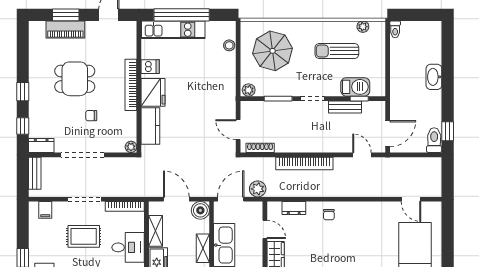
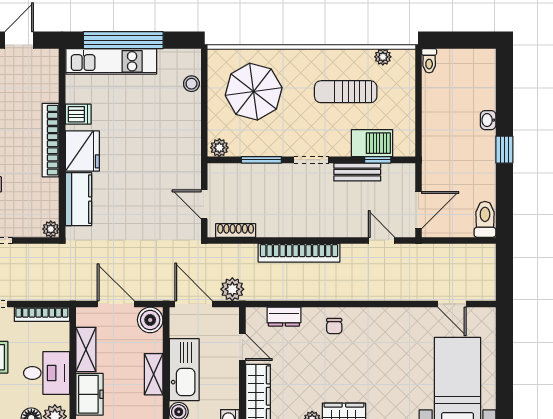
washbasin: (434, 77) -> (488, 120), width x0.52, depth x0.69
window: (448, 131) -> (504, 150), moved
door: (231, 199) -> (194, 304), hinge flipped

